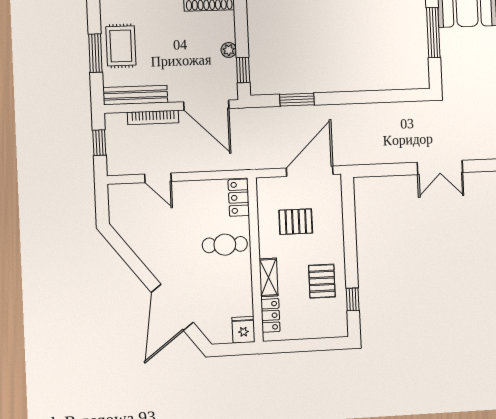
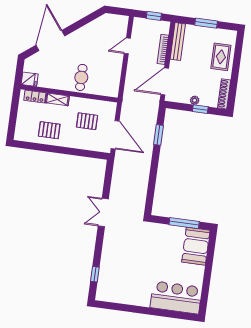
rug: (121, 46) -> (221, 57), moved, turned 90
window: (243, 70) -> (200, 109), moved
locker: (239, 198) -> (107, 90), removed
pallet: (296, 222) -> (87, 121), turned 90
window: (353, 299) -> (35, 146), removed
door: (172, 307) -> (50, 40), hinge flipped

